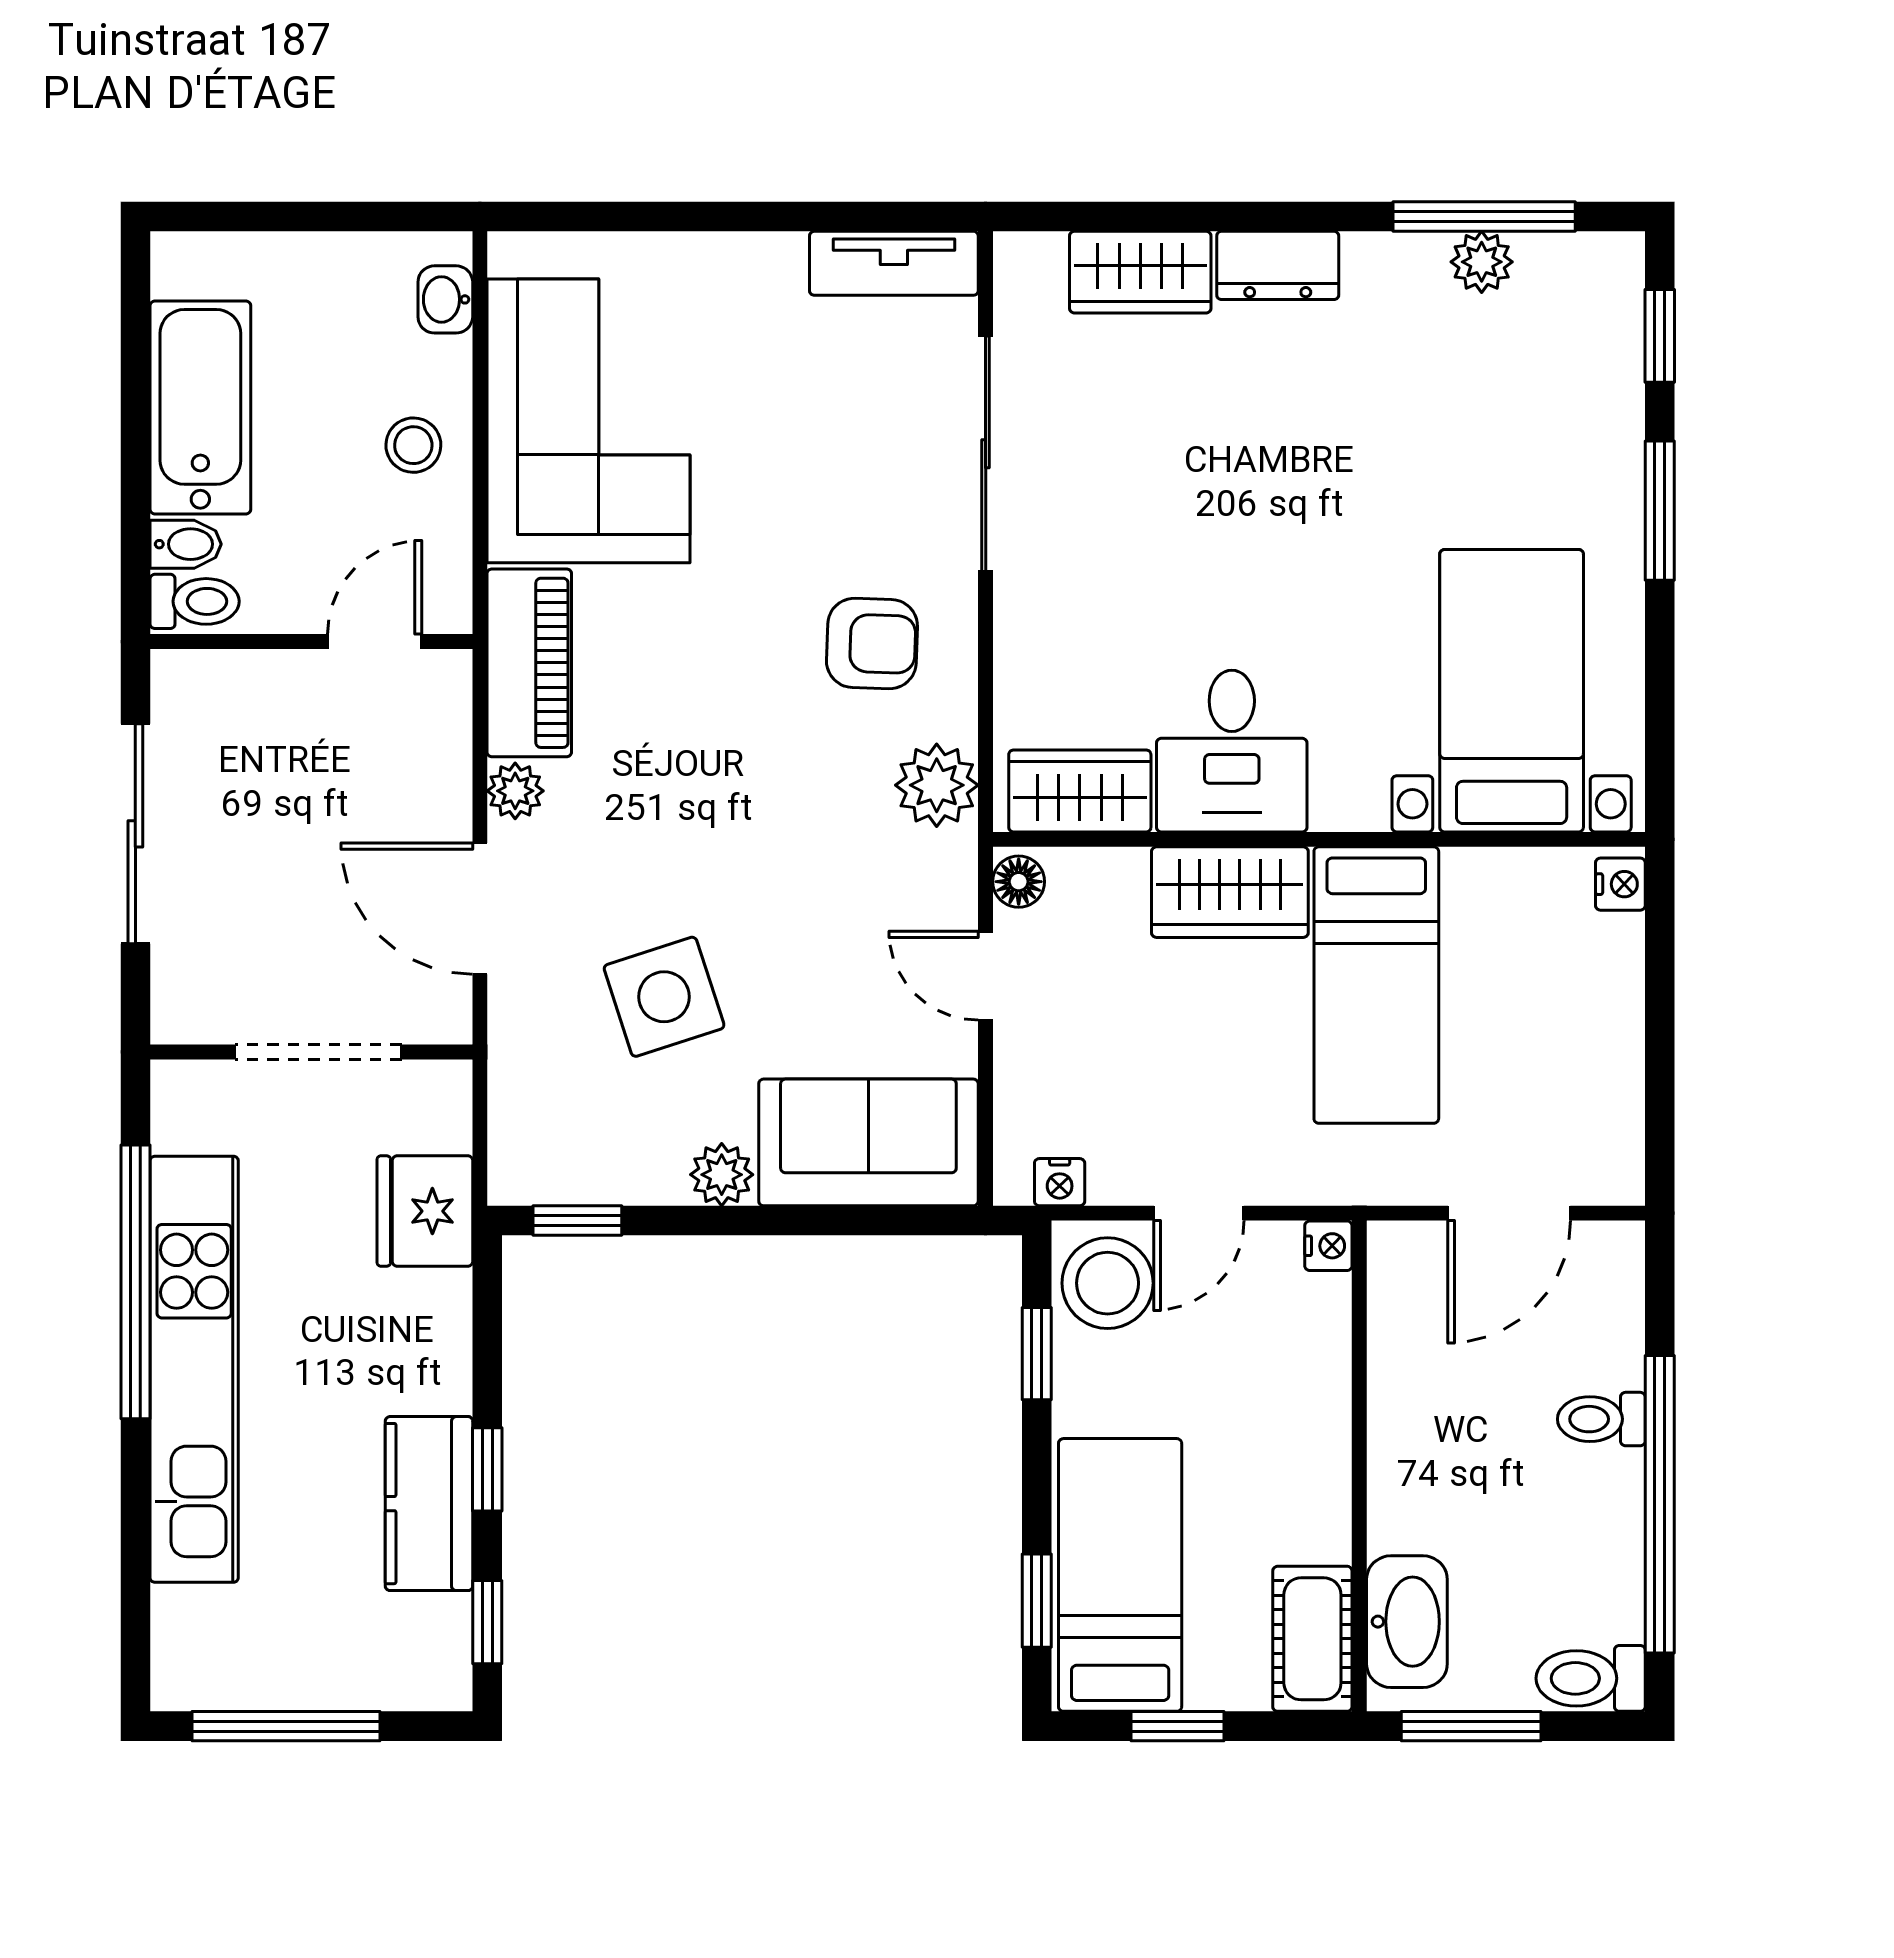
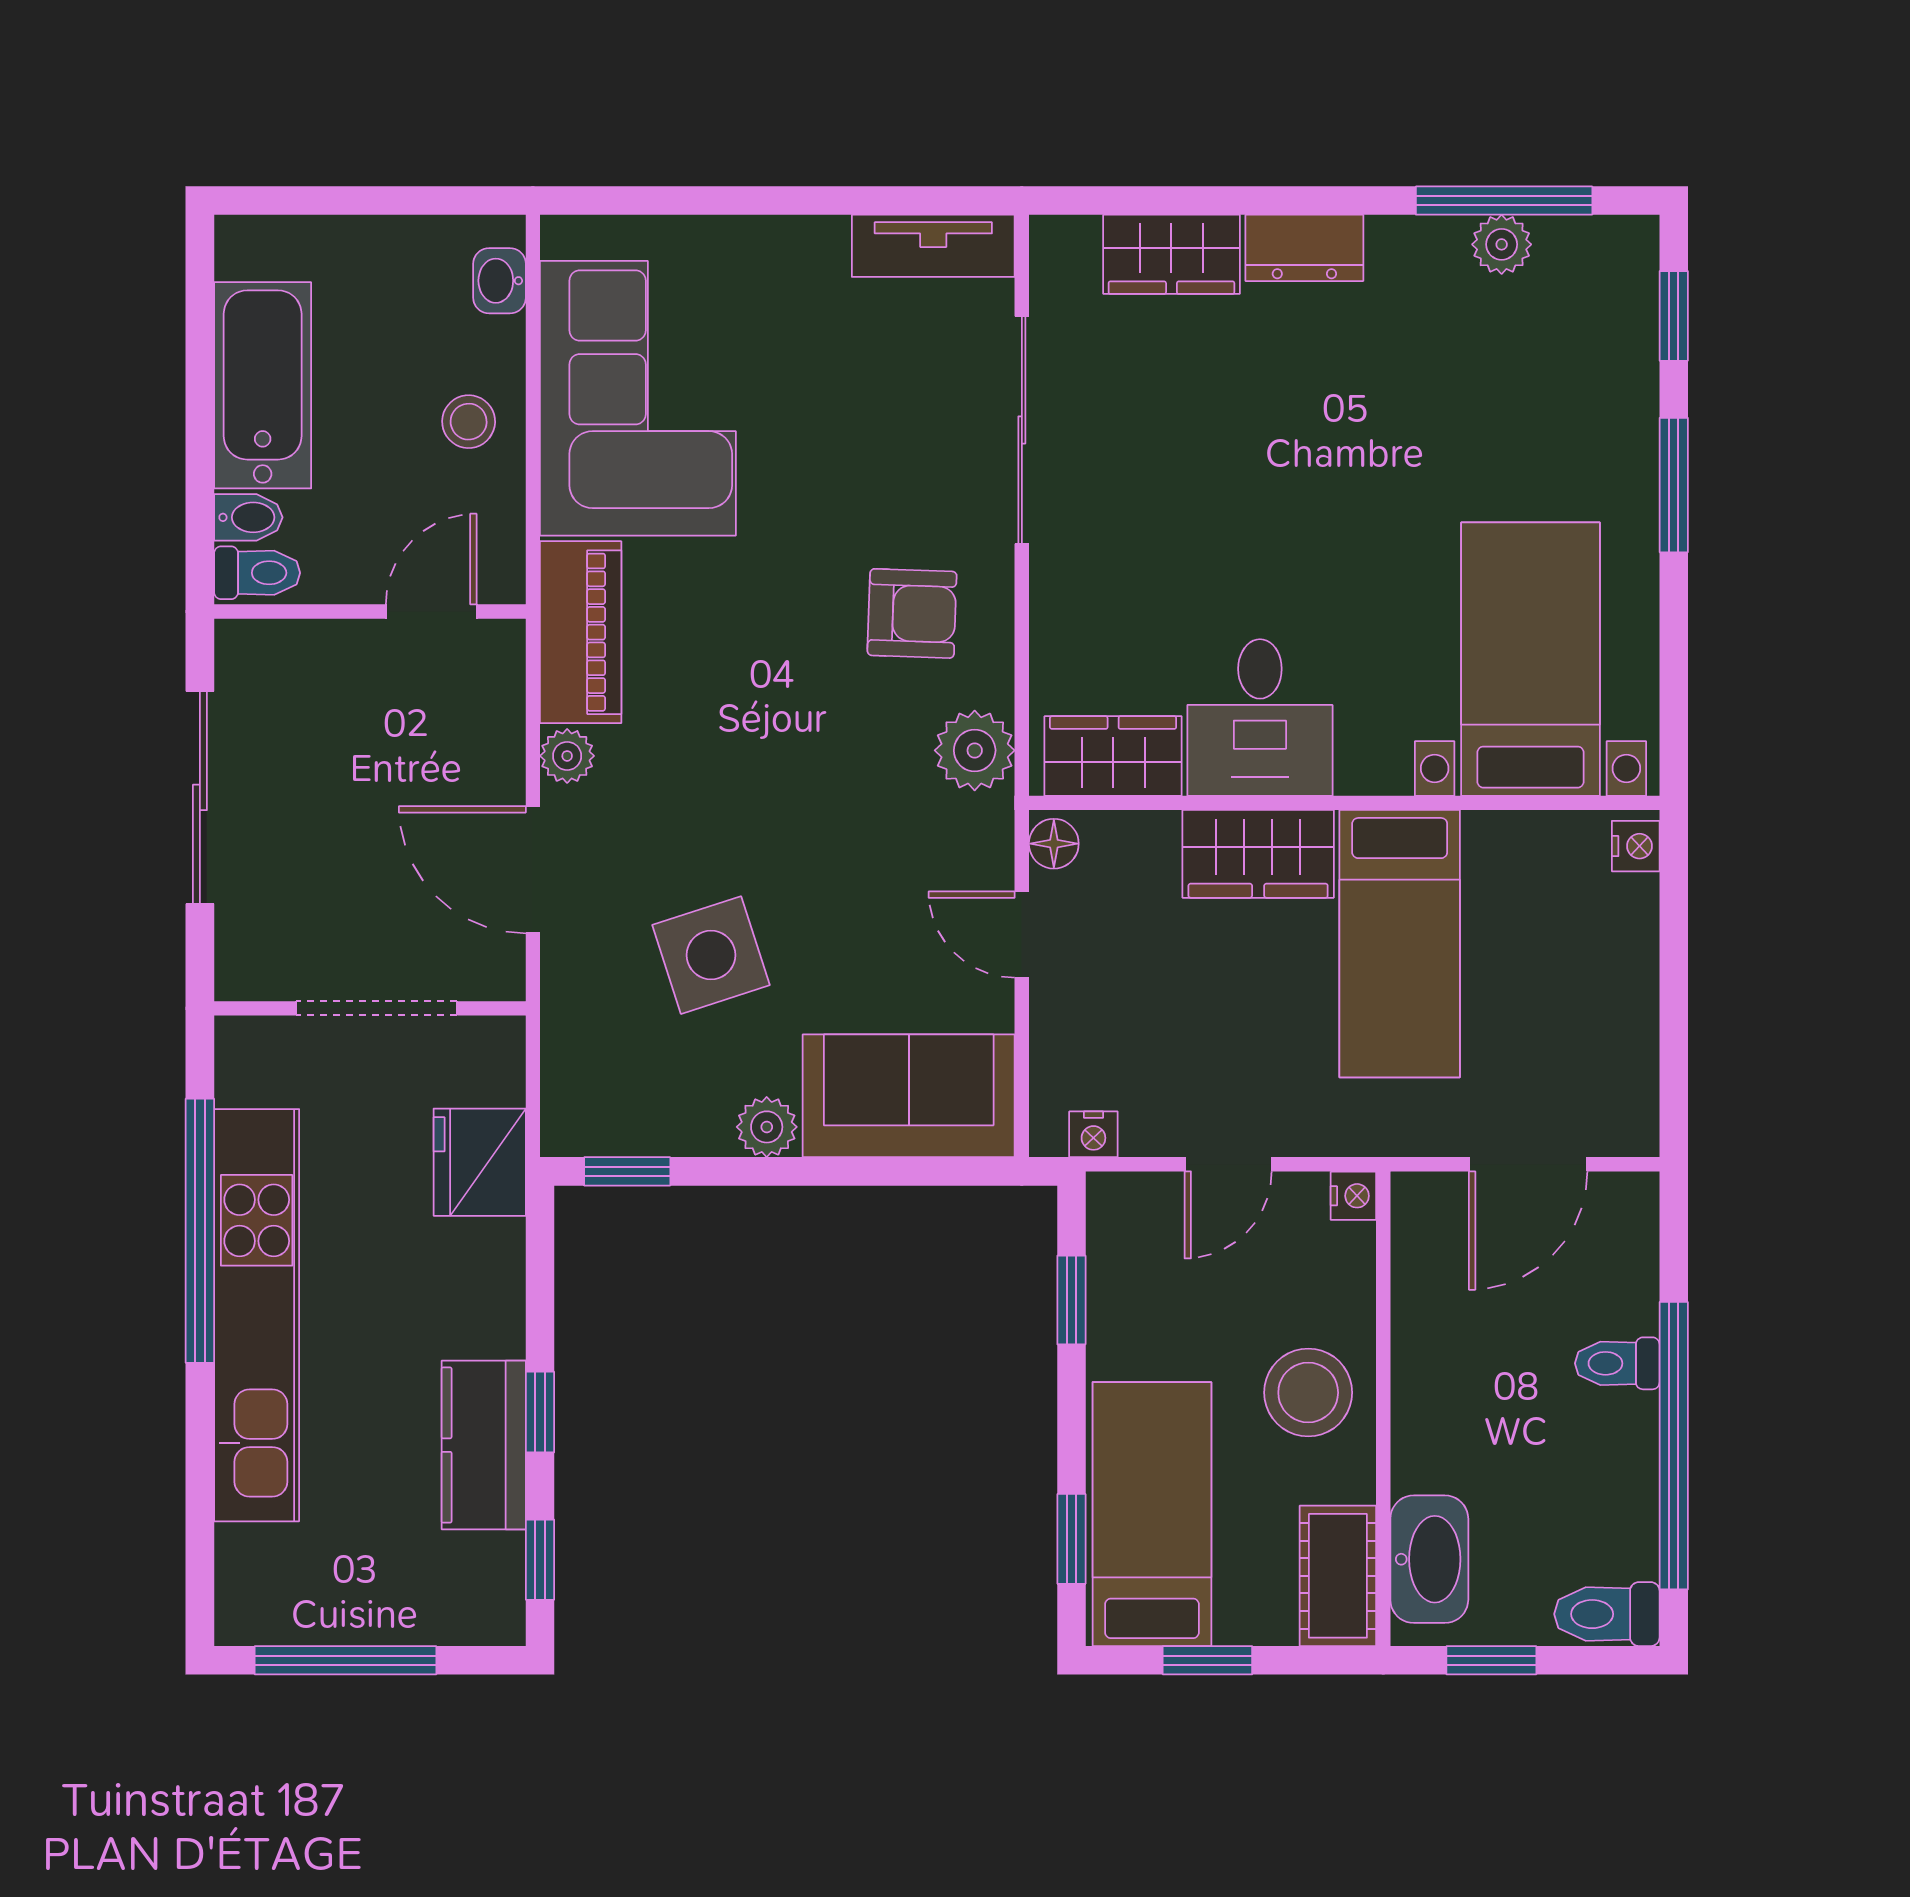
stool: (1108, 1283) -> (1308, 1393), moved
window: (1471, 1726) -> (1491, 1660), width x0.67

